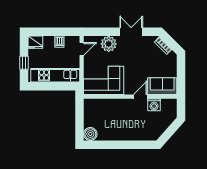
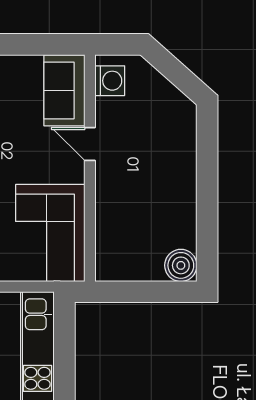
washing machine: (154, 105) -> (110, 81), moved

